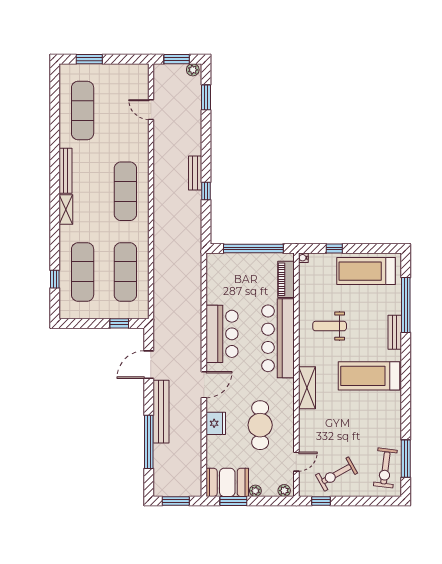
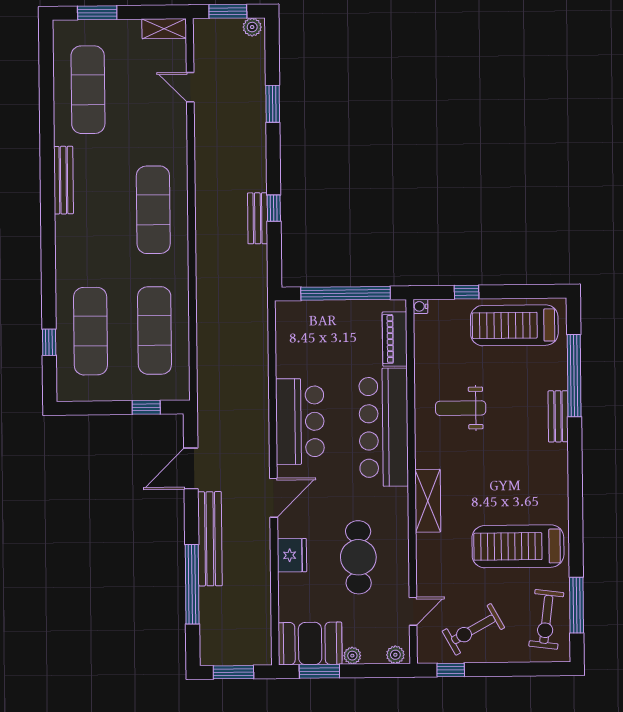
window: (206, 97) -> (273, 104), moved
bench: (195, 173) -> (258, 218), moved
shelving: (66, 209) -> (164, 29), moved, turned 90
treadmill: (369, 376) -> (518, 546), moved

